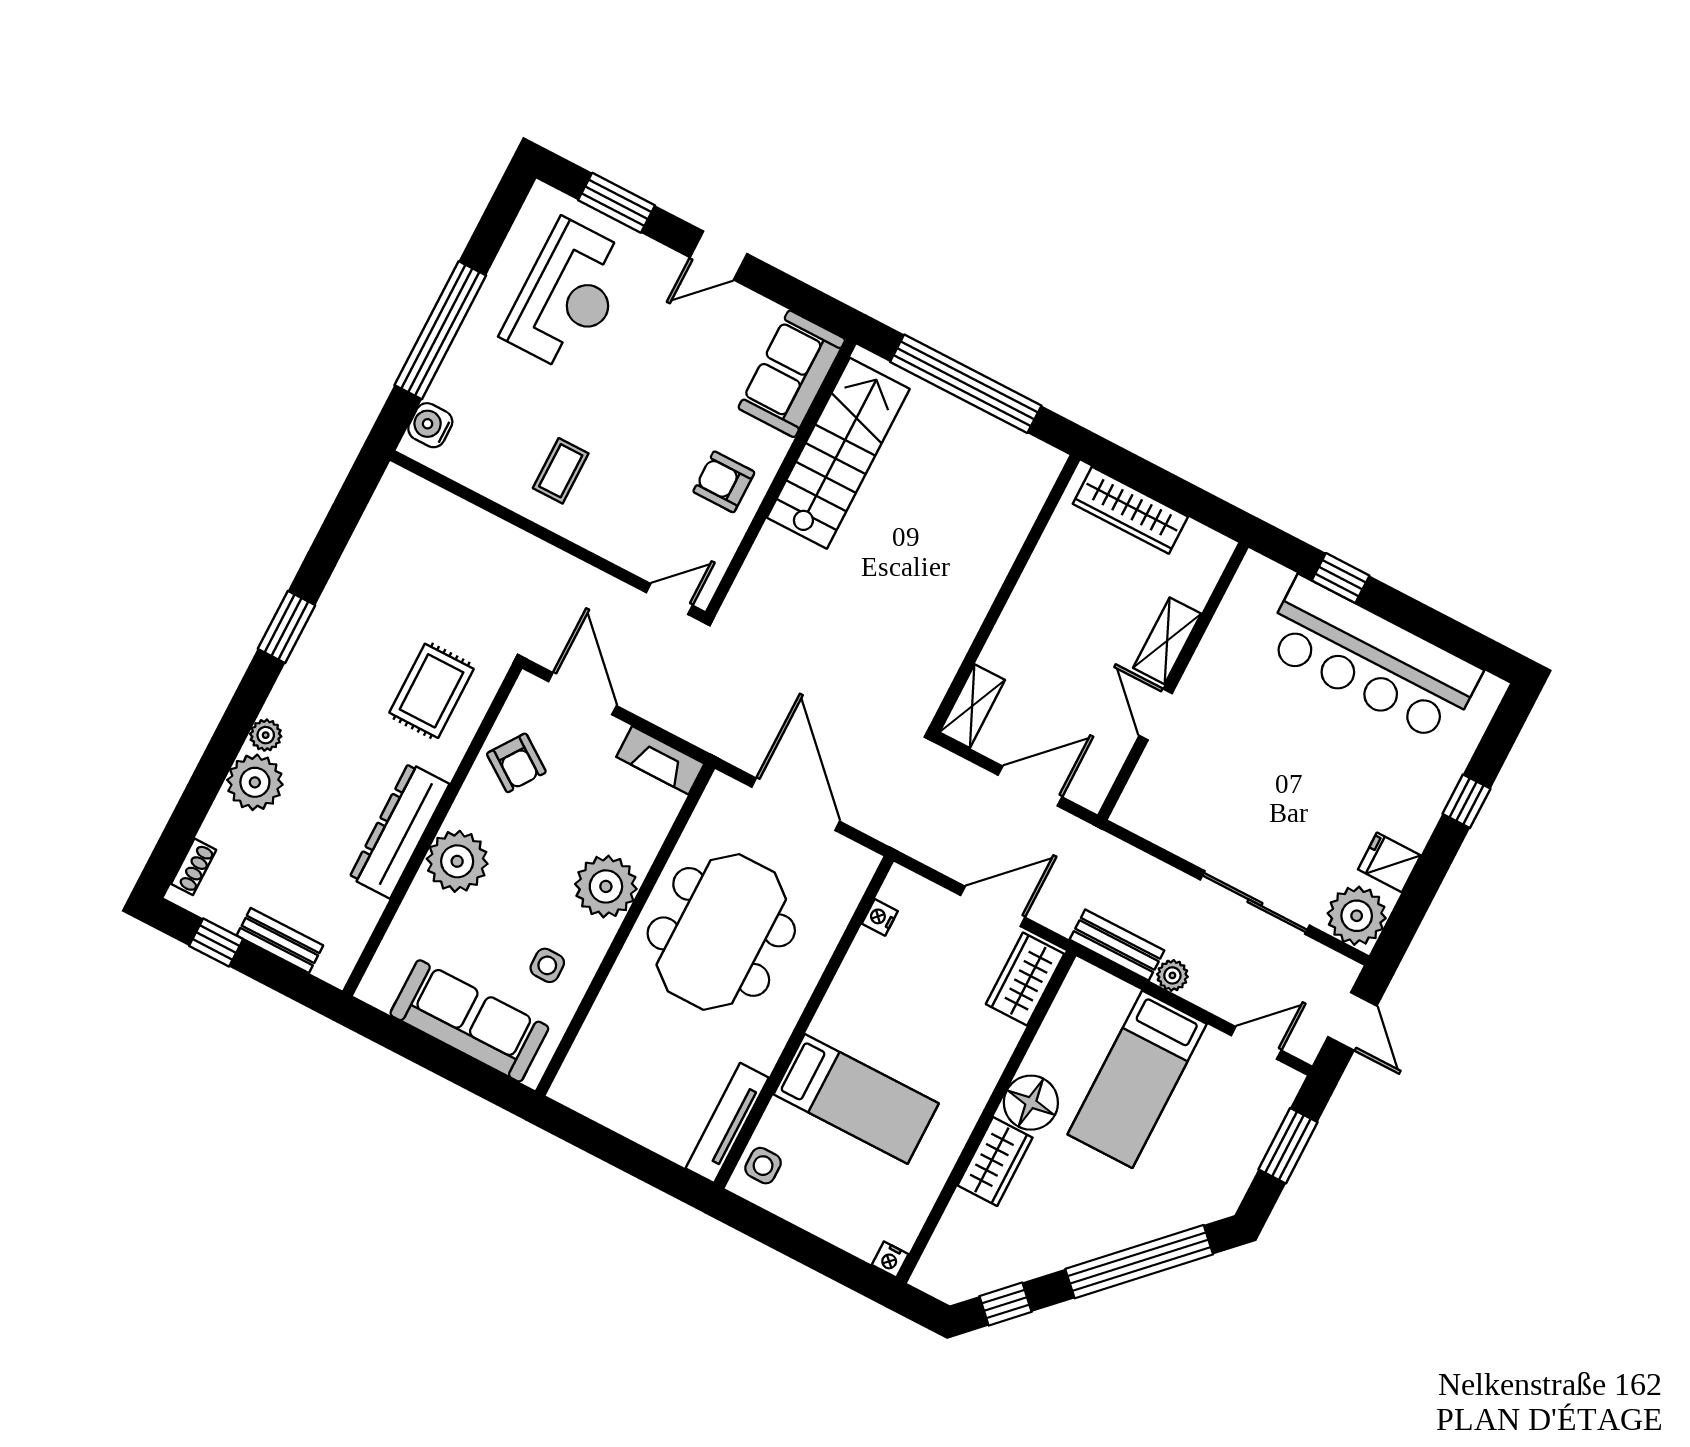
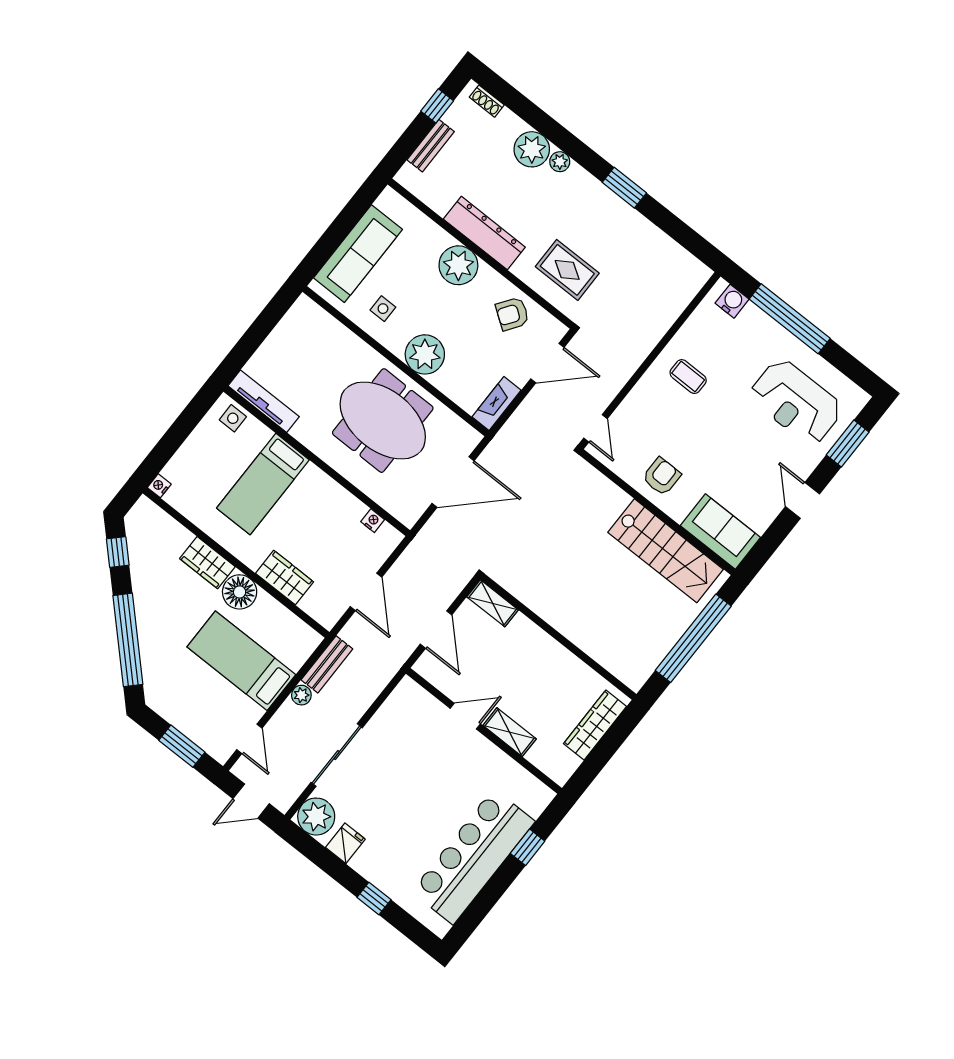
wardrobe: (1025, 979) -> (285, 578), moved

